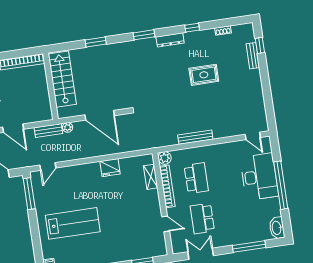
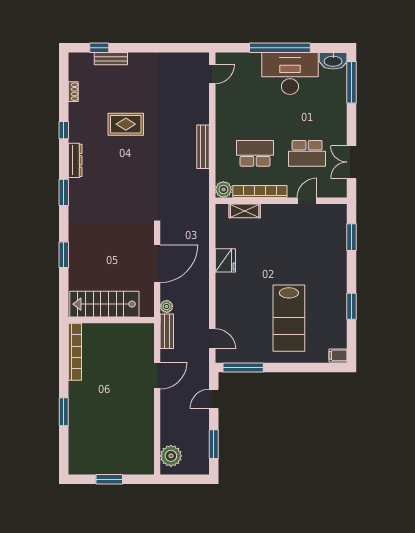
rug: (204, 75) -> (126, 124), turned 90
desk: (259, 177) -> (290, 73), moved
lab bench: (73, 223) -> (289, 318), turned 180
window: (249, 247) -> (351, 82), moved

